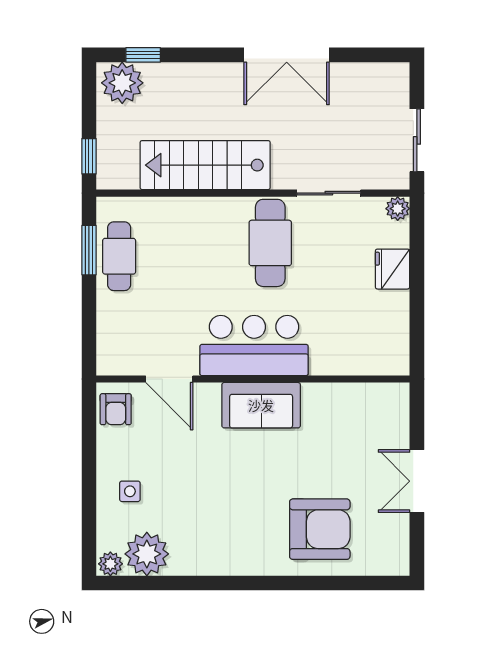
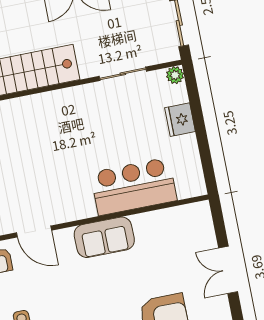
cafe table: (270, 243) -> (88, 118), removed
bar counter: (254, 346) -> (134, 186), moved

